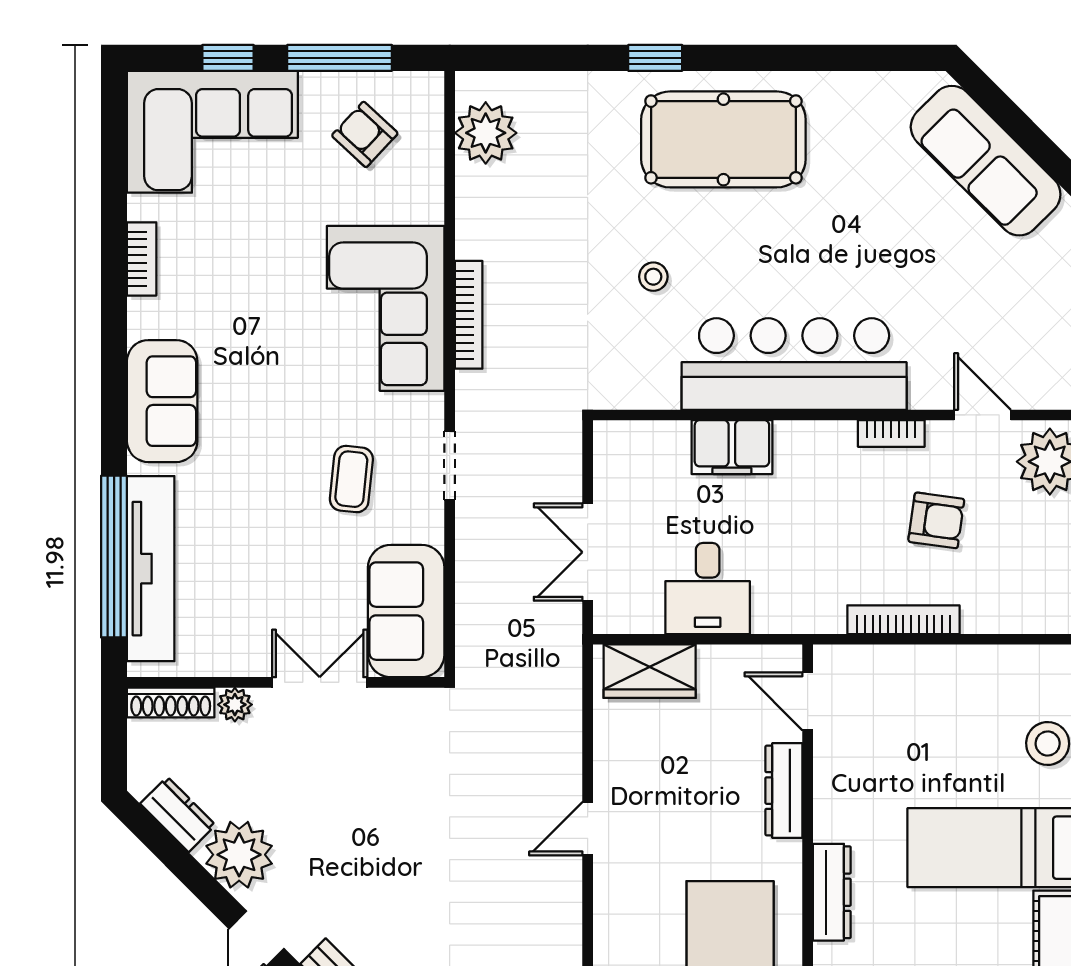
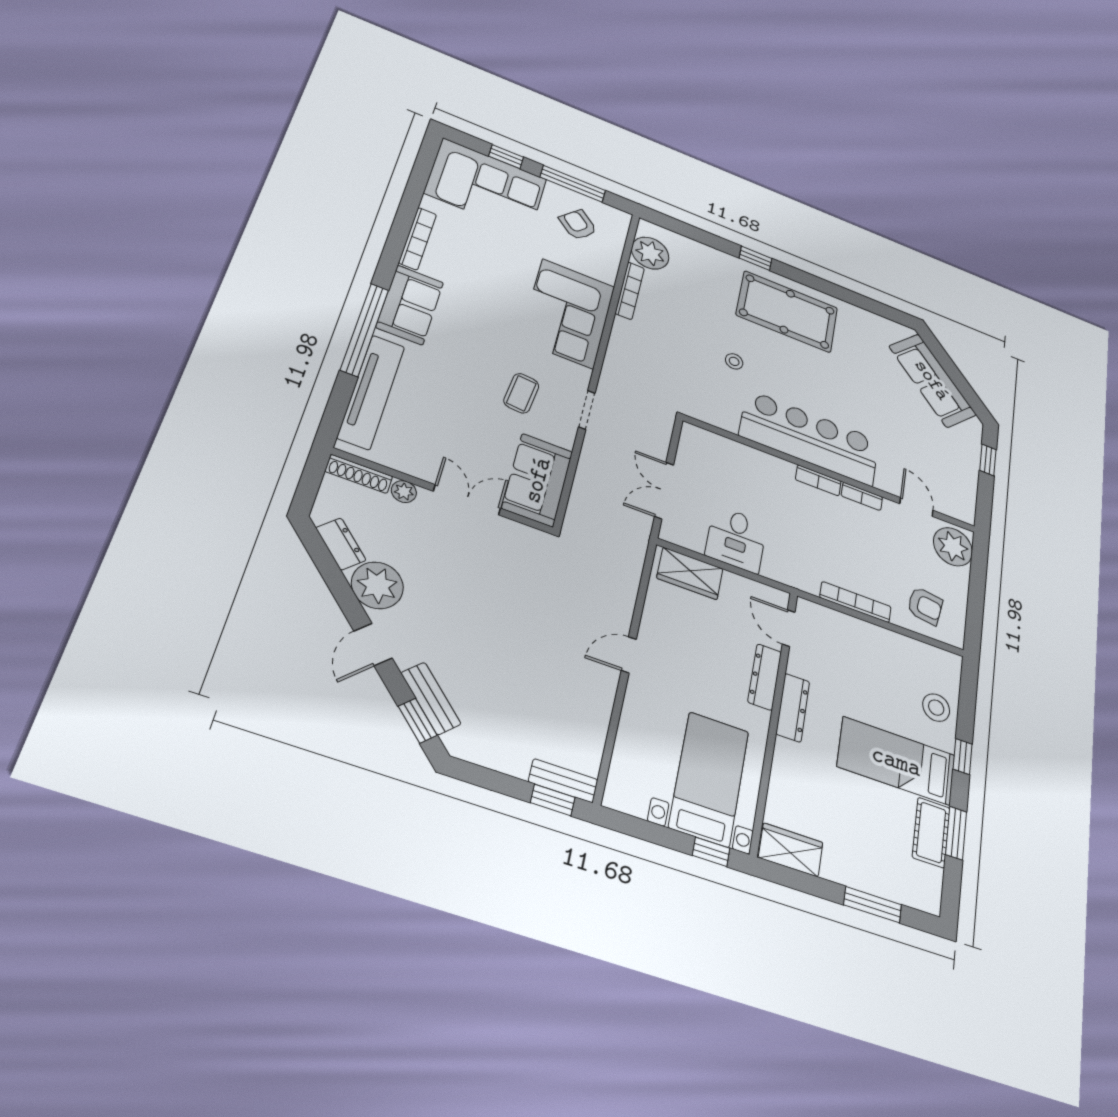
bookcase: (142, 259) -> (418, 239), width x1.56
bookcase: (469, 315) -> (630, 291), moved
bookcase: (818, 435) -> (818, 480), added
filing cabinet: (732, 447) -> (765, 467), removed
armchair: (936, 520) -> (925, 606), moved
window: (114, 557) -> (365, 330), moved
dresser: (832, 892) -> (793, 708), moved

